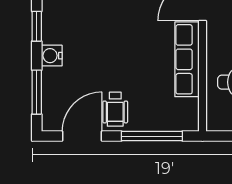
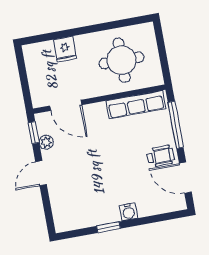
row of seats: (187, 59) -> (136, 105), moved
window: (37, 92) -> (158, 218), removed

